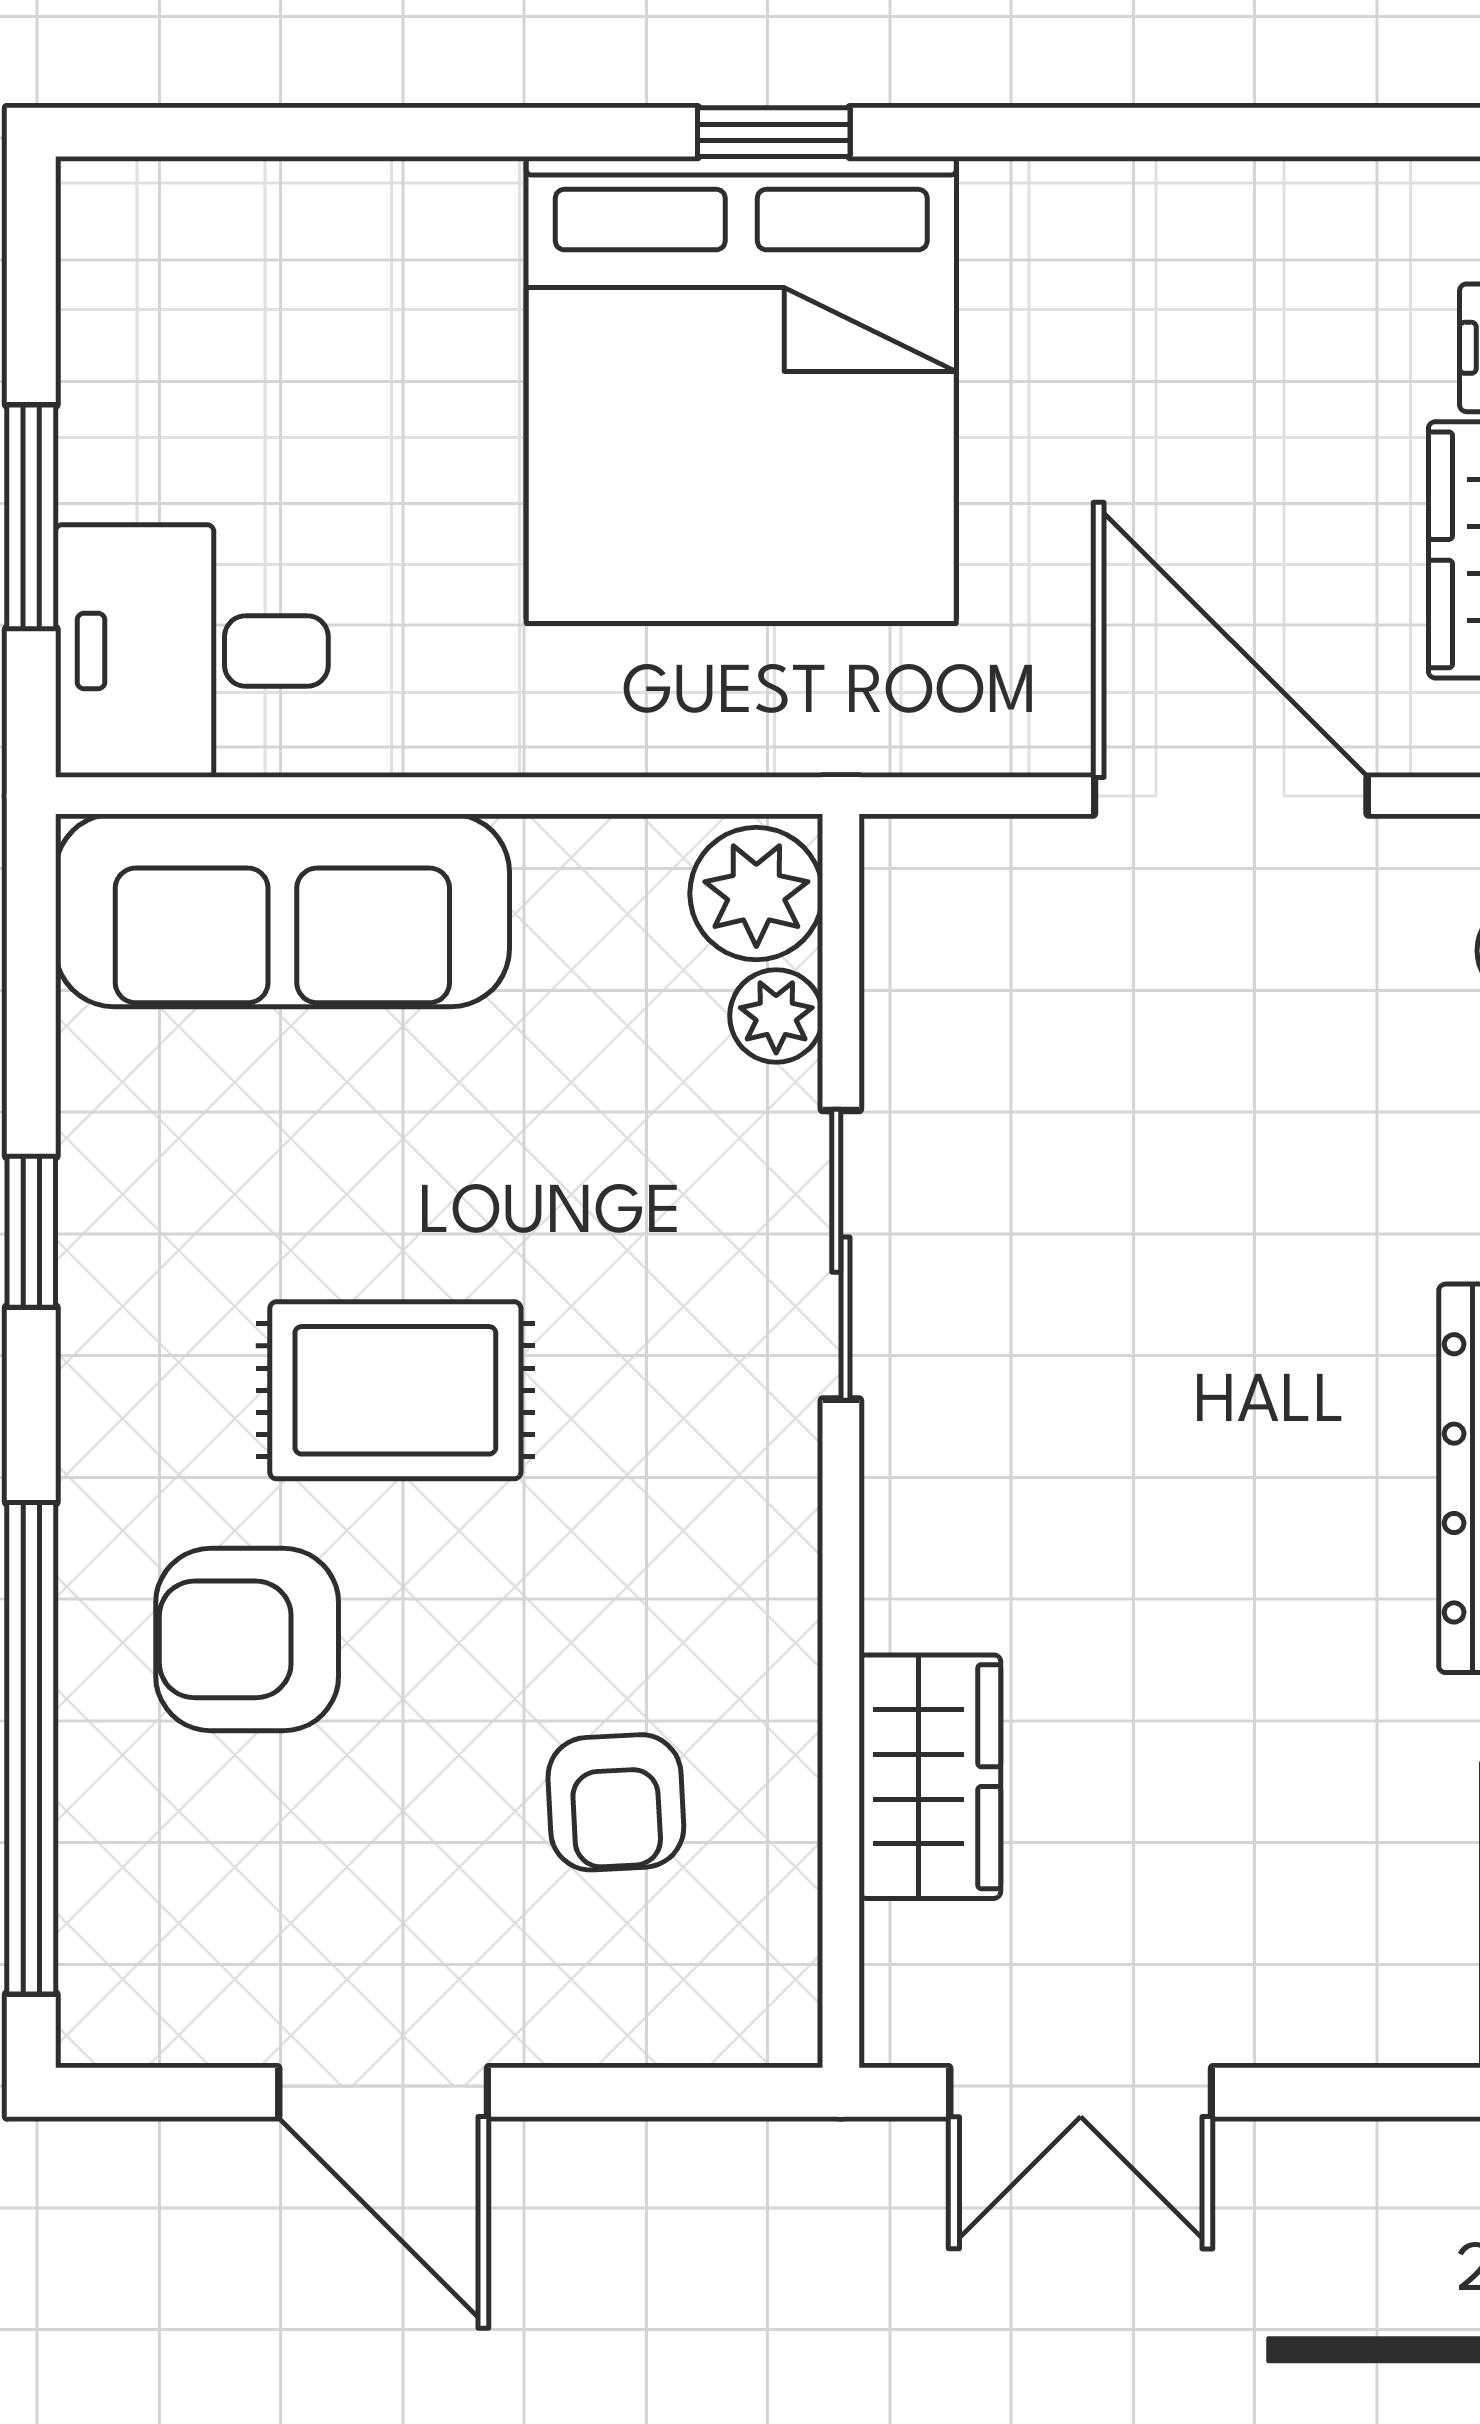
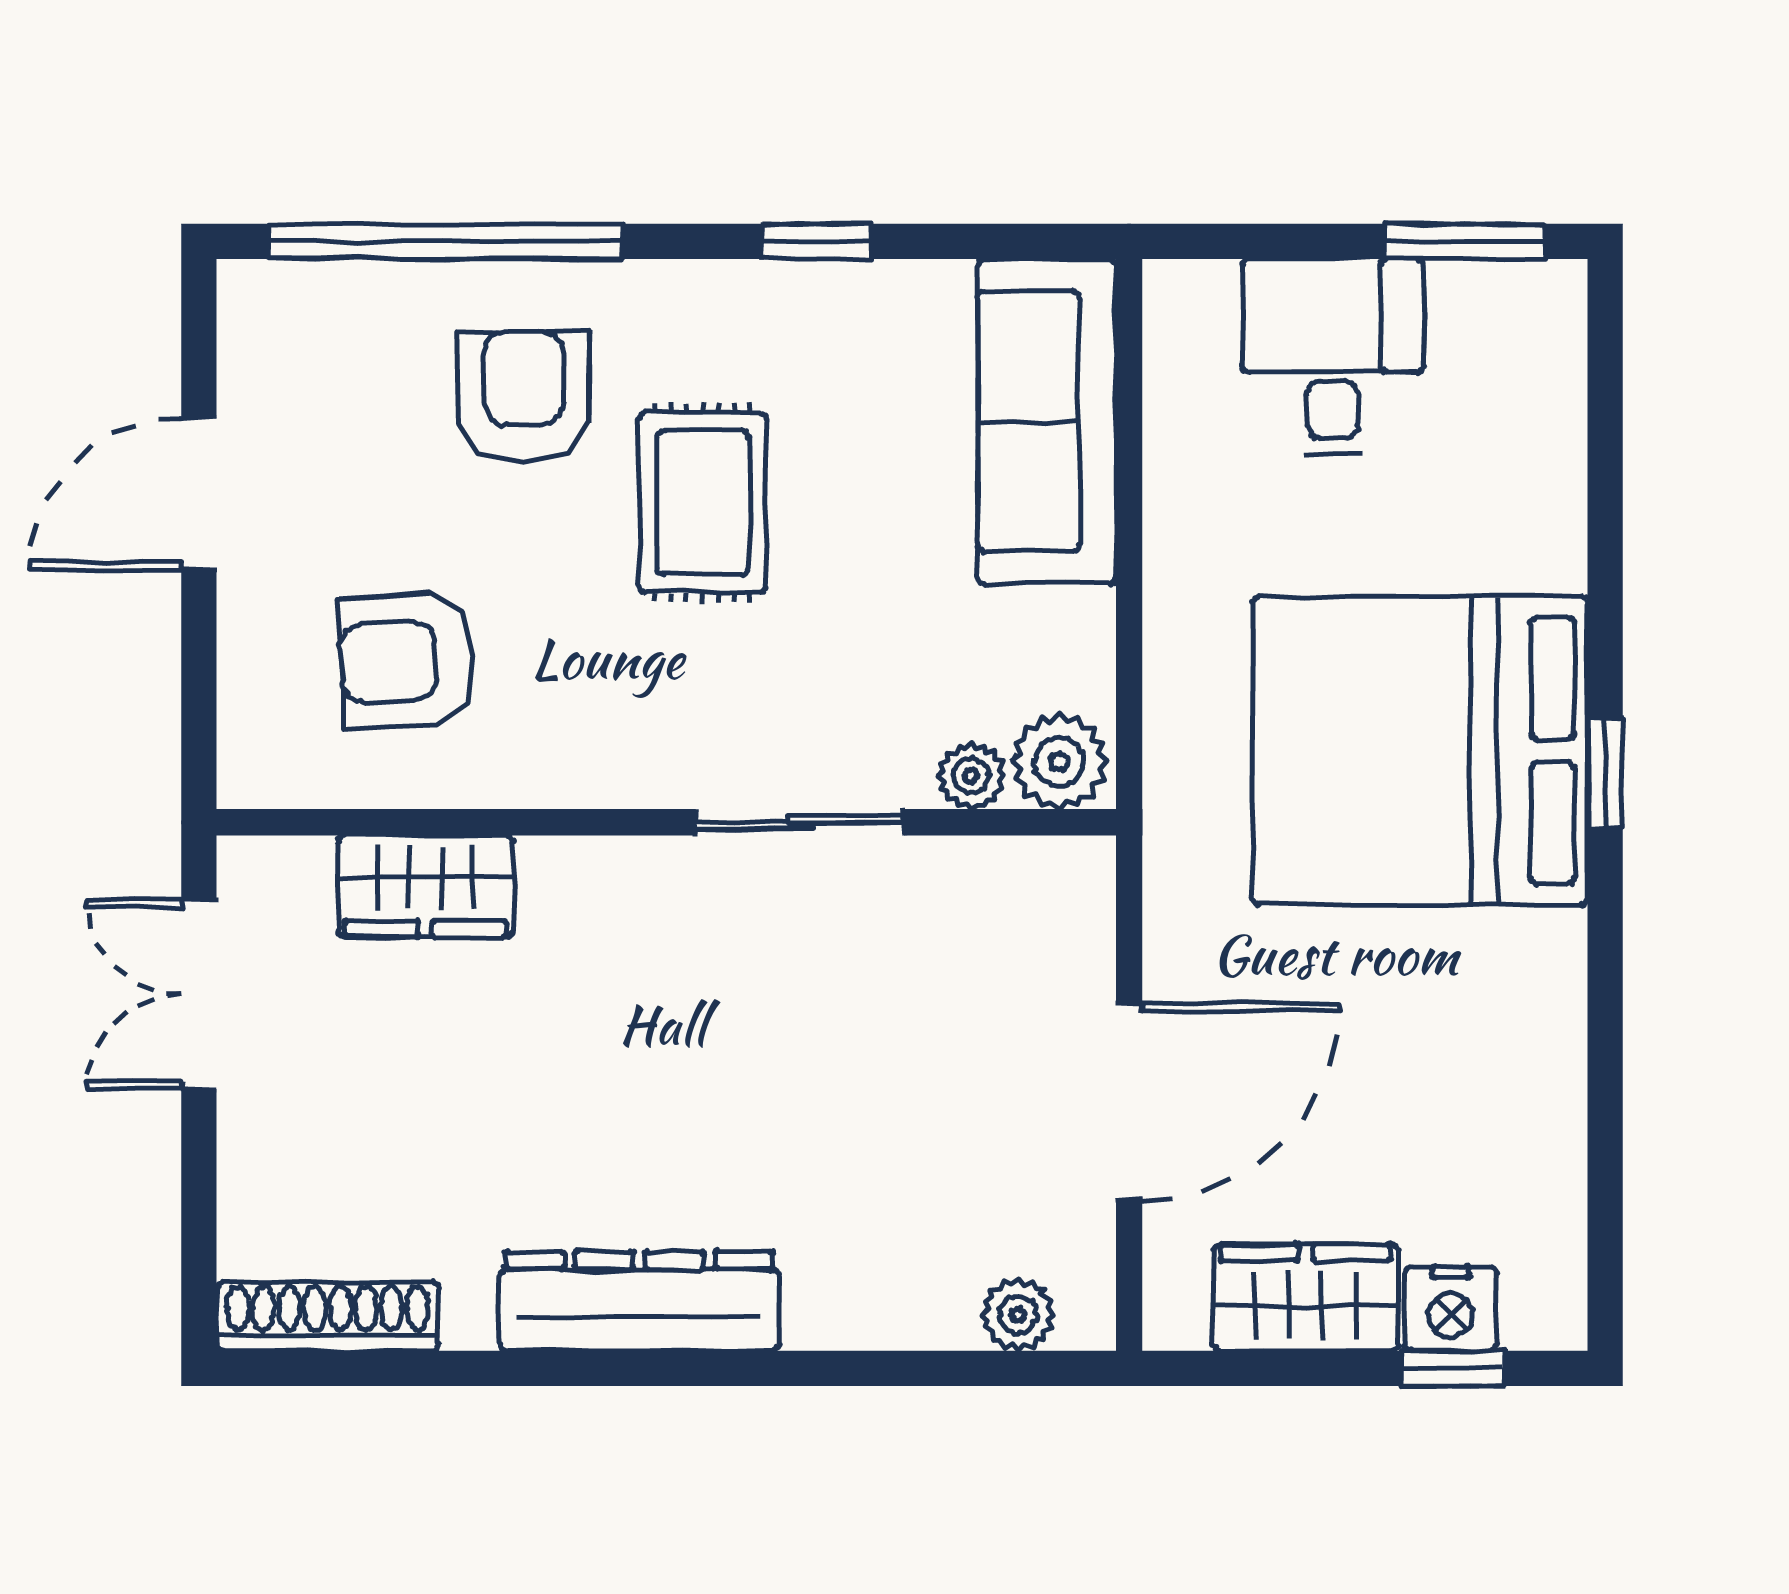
window: (31, 517) -> (1464, 241), moved
desk: (192, 651) -> (1333, 357), moved
armchair: (616, 1802) -> (407, 661), width x1.38, depth x1.38

